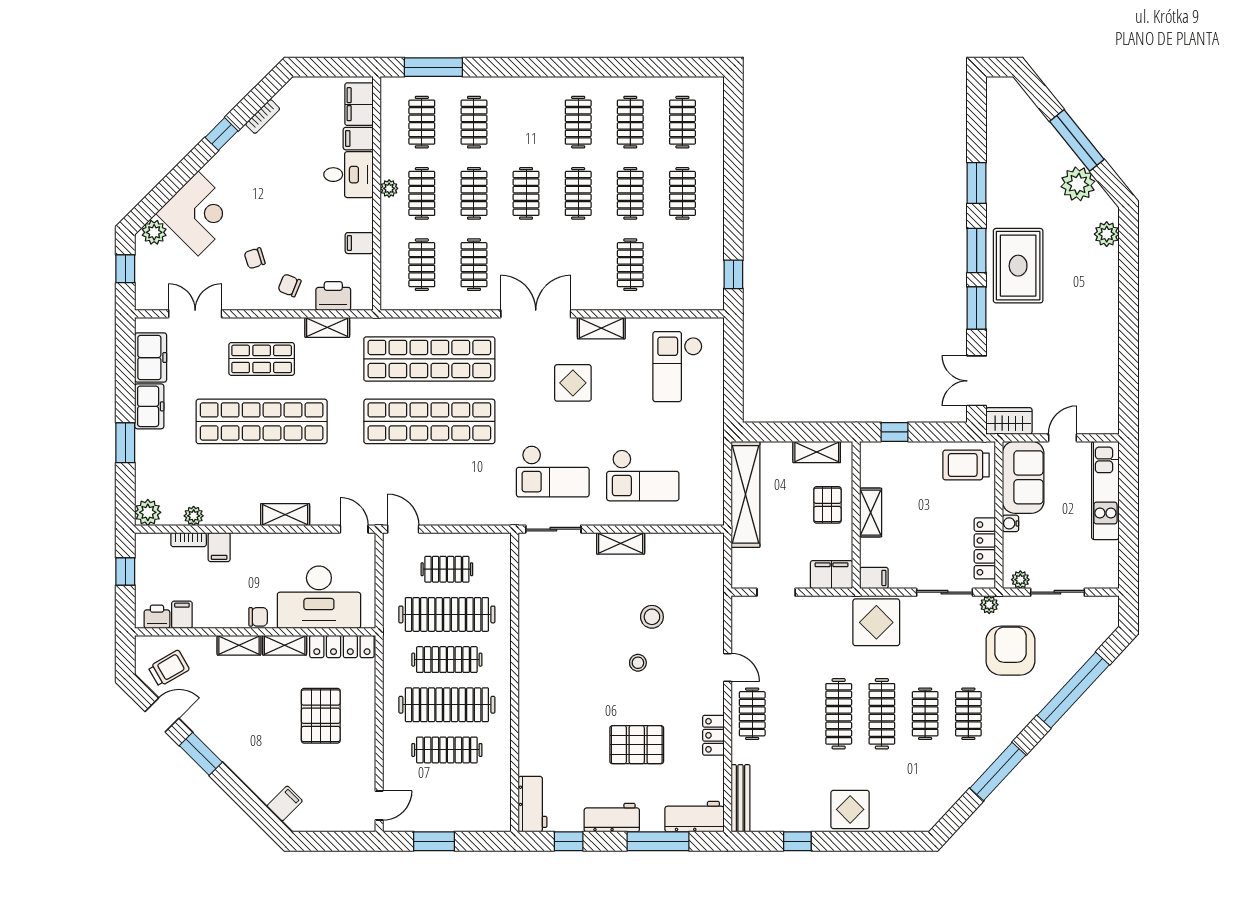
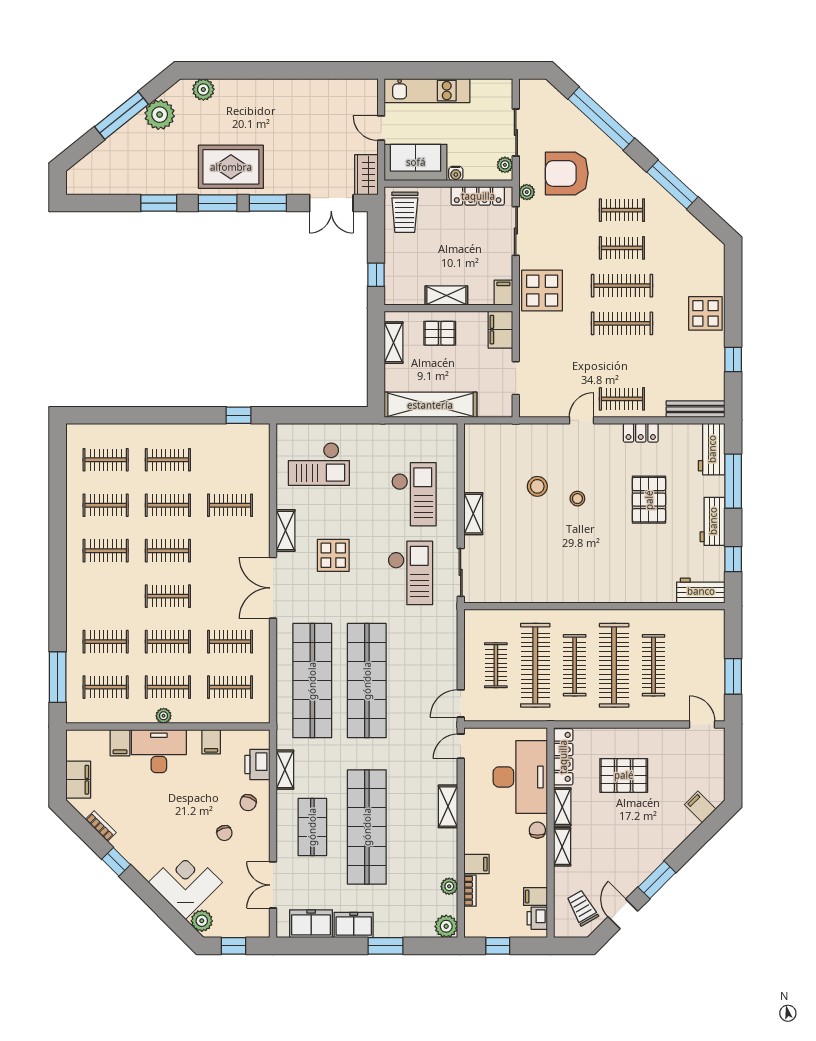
filing cabinet: (359, 104) -> (78, 780), moved, turned -90
desk: (348, 175) -> (159, 751), width x1.37

